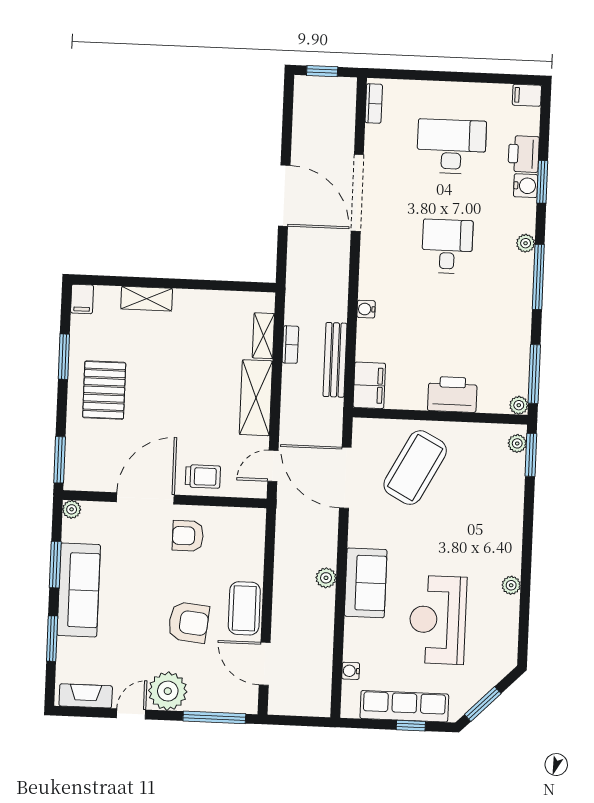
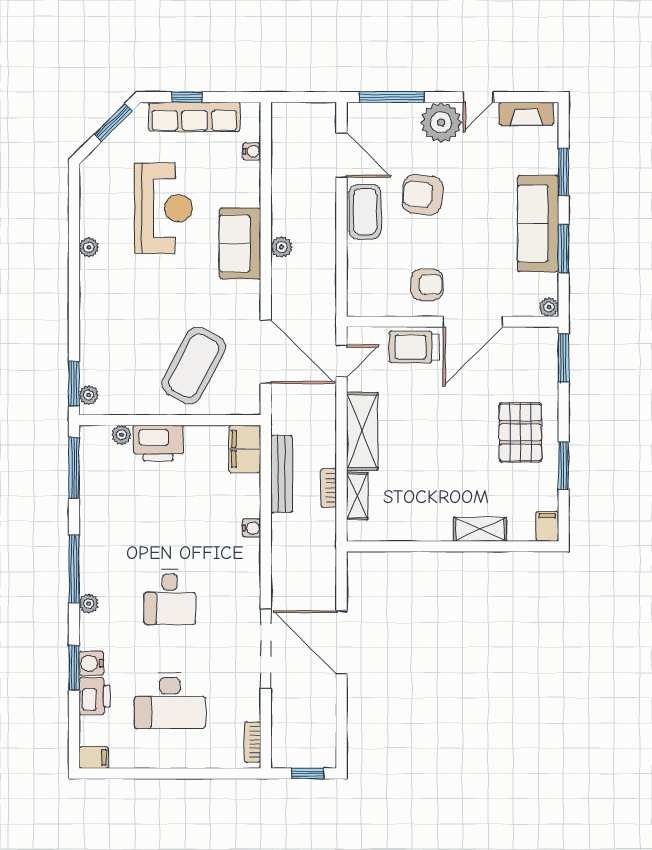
plant: (519, 405) -> (121, 435), moved
trolley: (203, 476) -> (414, 347), width x1.36, depth x1.39

